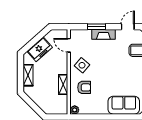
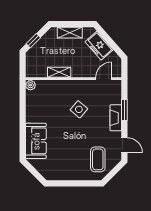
side table: (82, 65) -> (79, 109), moved
armchair: (84, 87) -> (56, 96), removed
window: (35, 107) -> (33, 41), added

